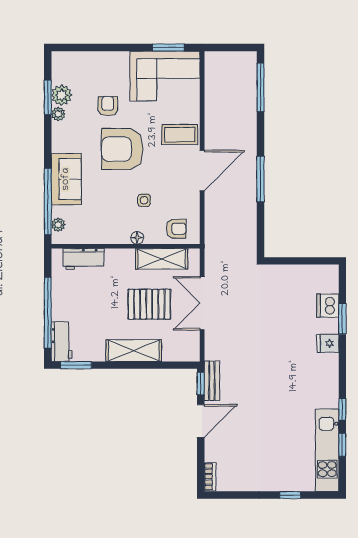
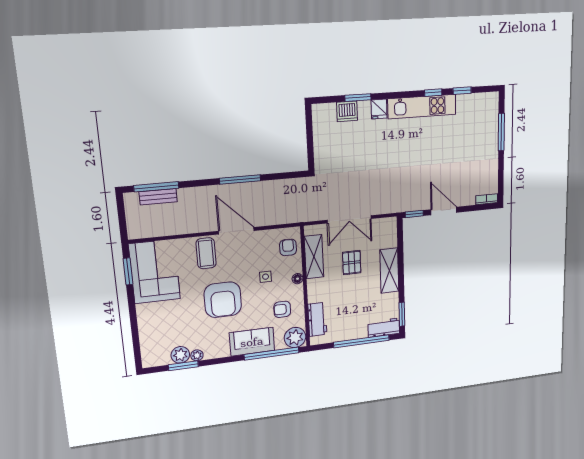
armchair: (108, 106) -> (282, 309), moved
plant: (58, 225) -> (295, 337), width x1.88, depth x1.88
pallet: (149, 304) -> (352, 263), width x0.67, depth x0.71
bench: (212, 381) -> (158, 197), moved
kitchen unit: (327, 450) -> (422, 107), moved
window: (290, 495) -> (501, 132), width x2.17

